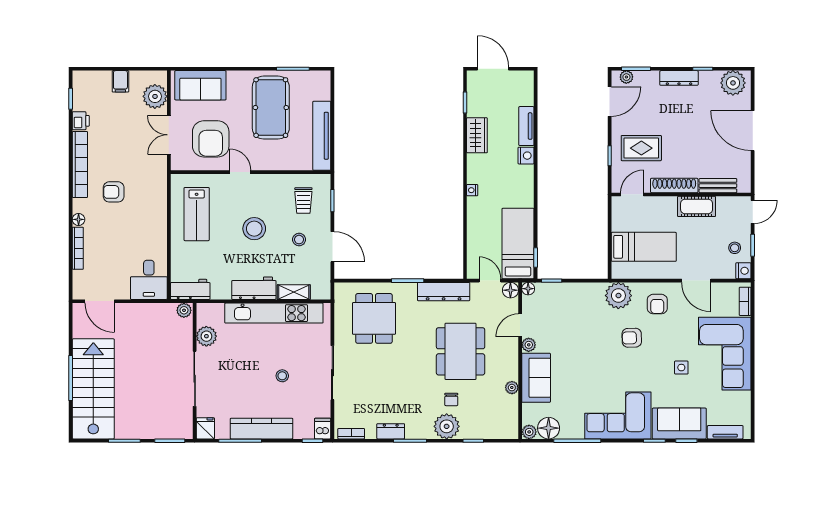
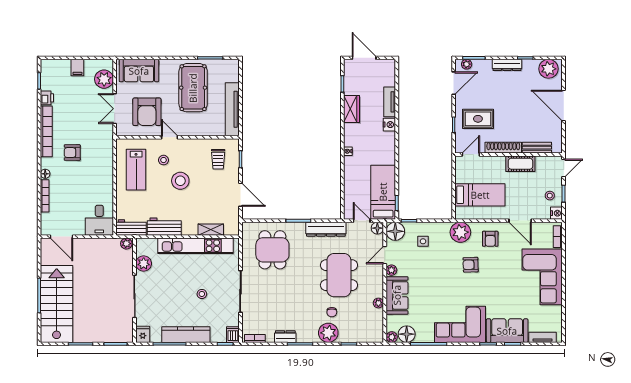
stool: (299, 240) -> (164, 160), moved
workbench: (254, 288) -> (164, 227), moved
floor lamp: (528, 289) -> (395, 231), width x1.89, depth x1.89
side table: (681, 368) -> (423, 241), moved

